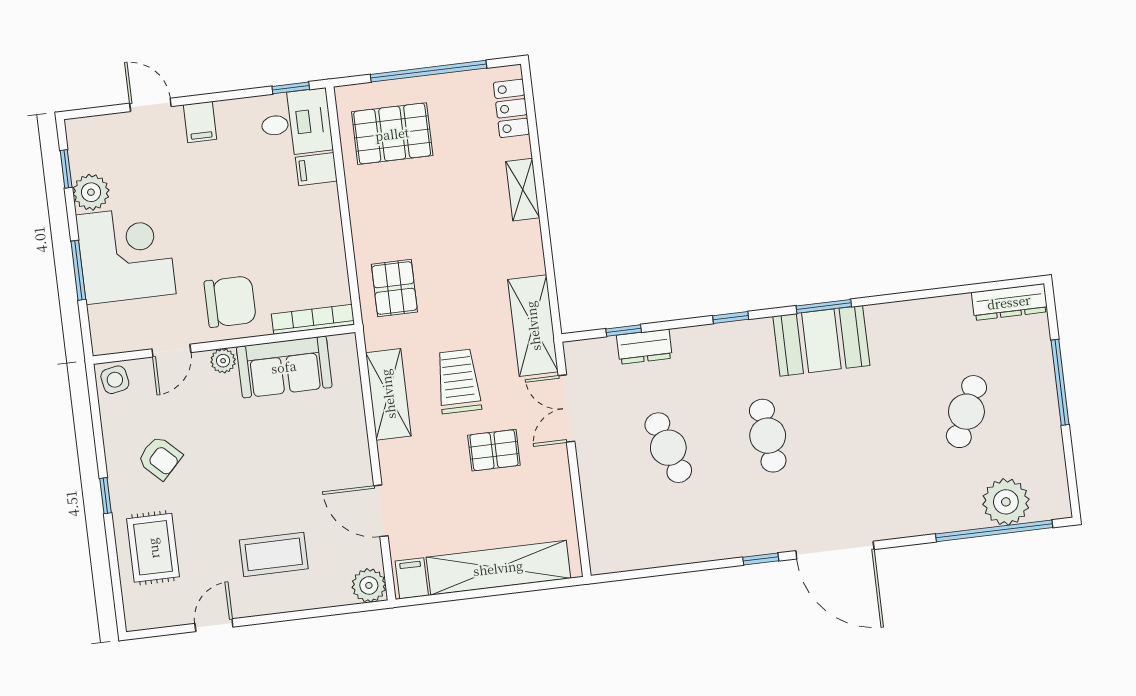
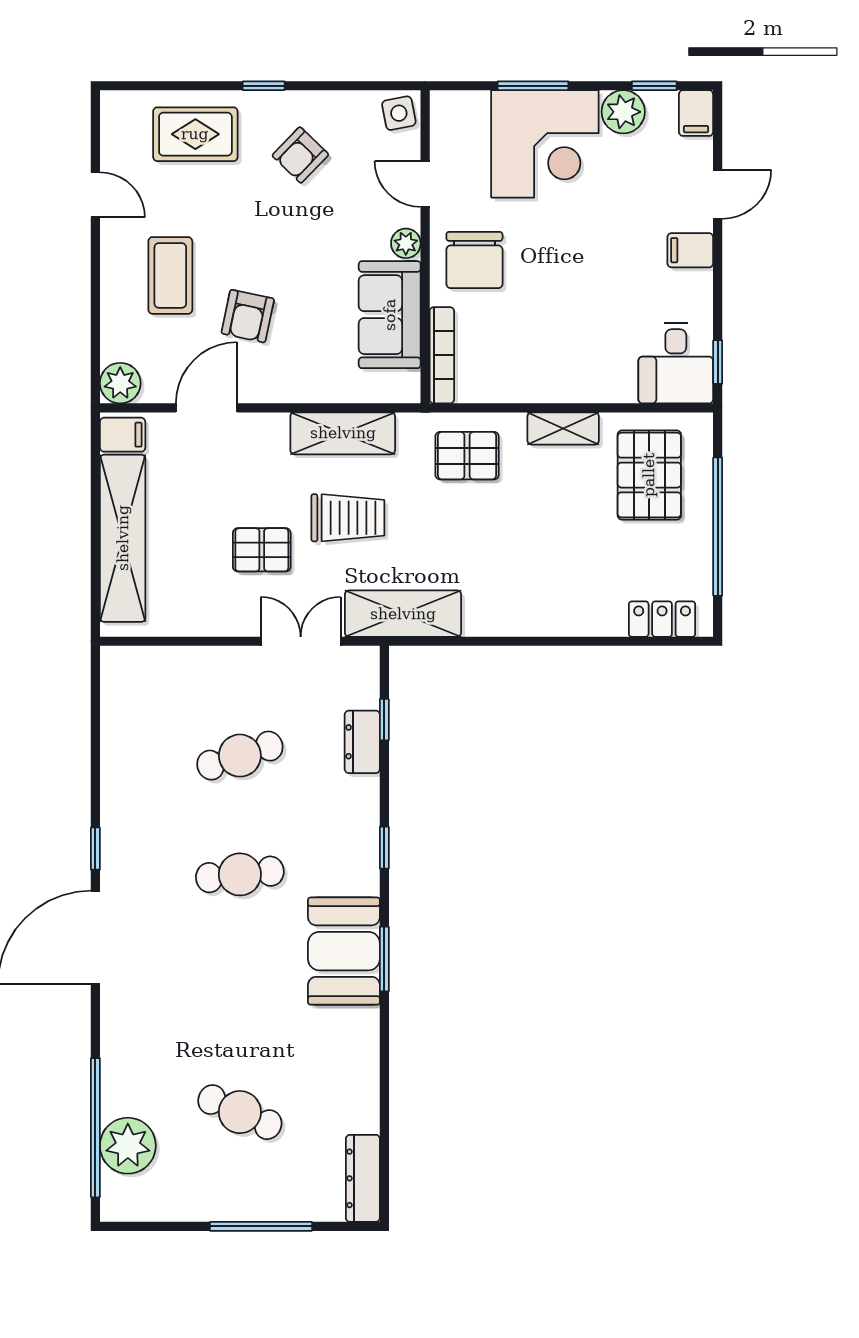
filing cabinet: (316, 169) -> (696, 113), moved, turned 180
shelving: (523, 190) -> (563, 428), moved
pallet: (494, 450) -> (262, 550), turned 90
armchair: (300, 486) -> (248, 316), added

